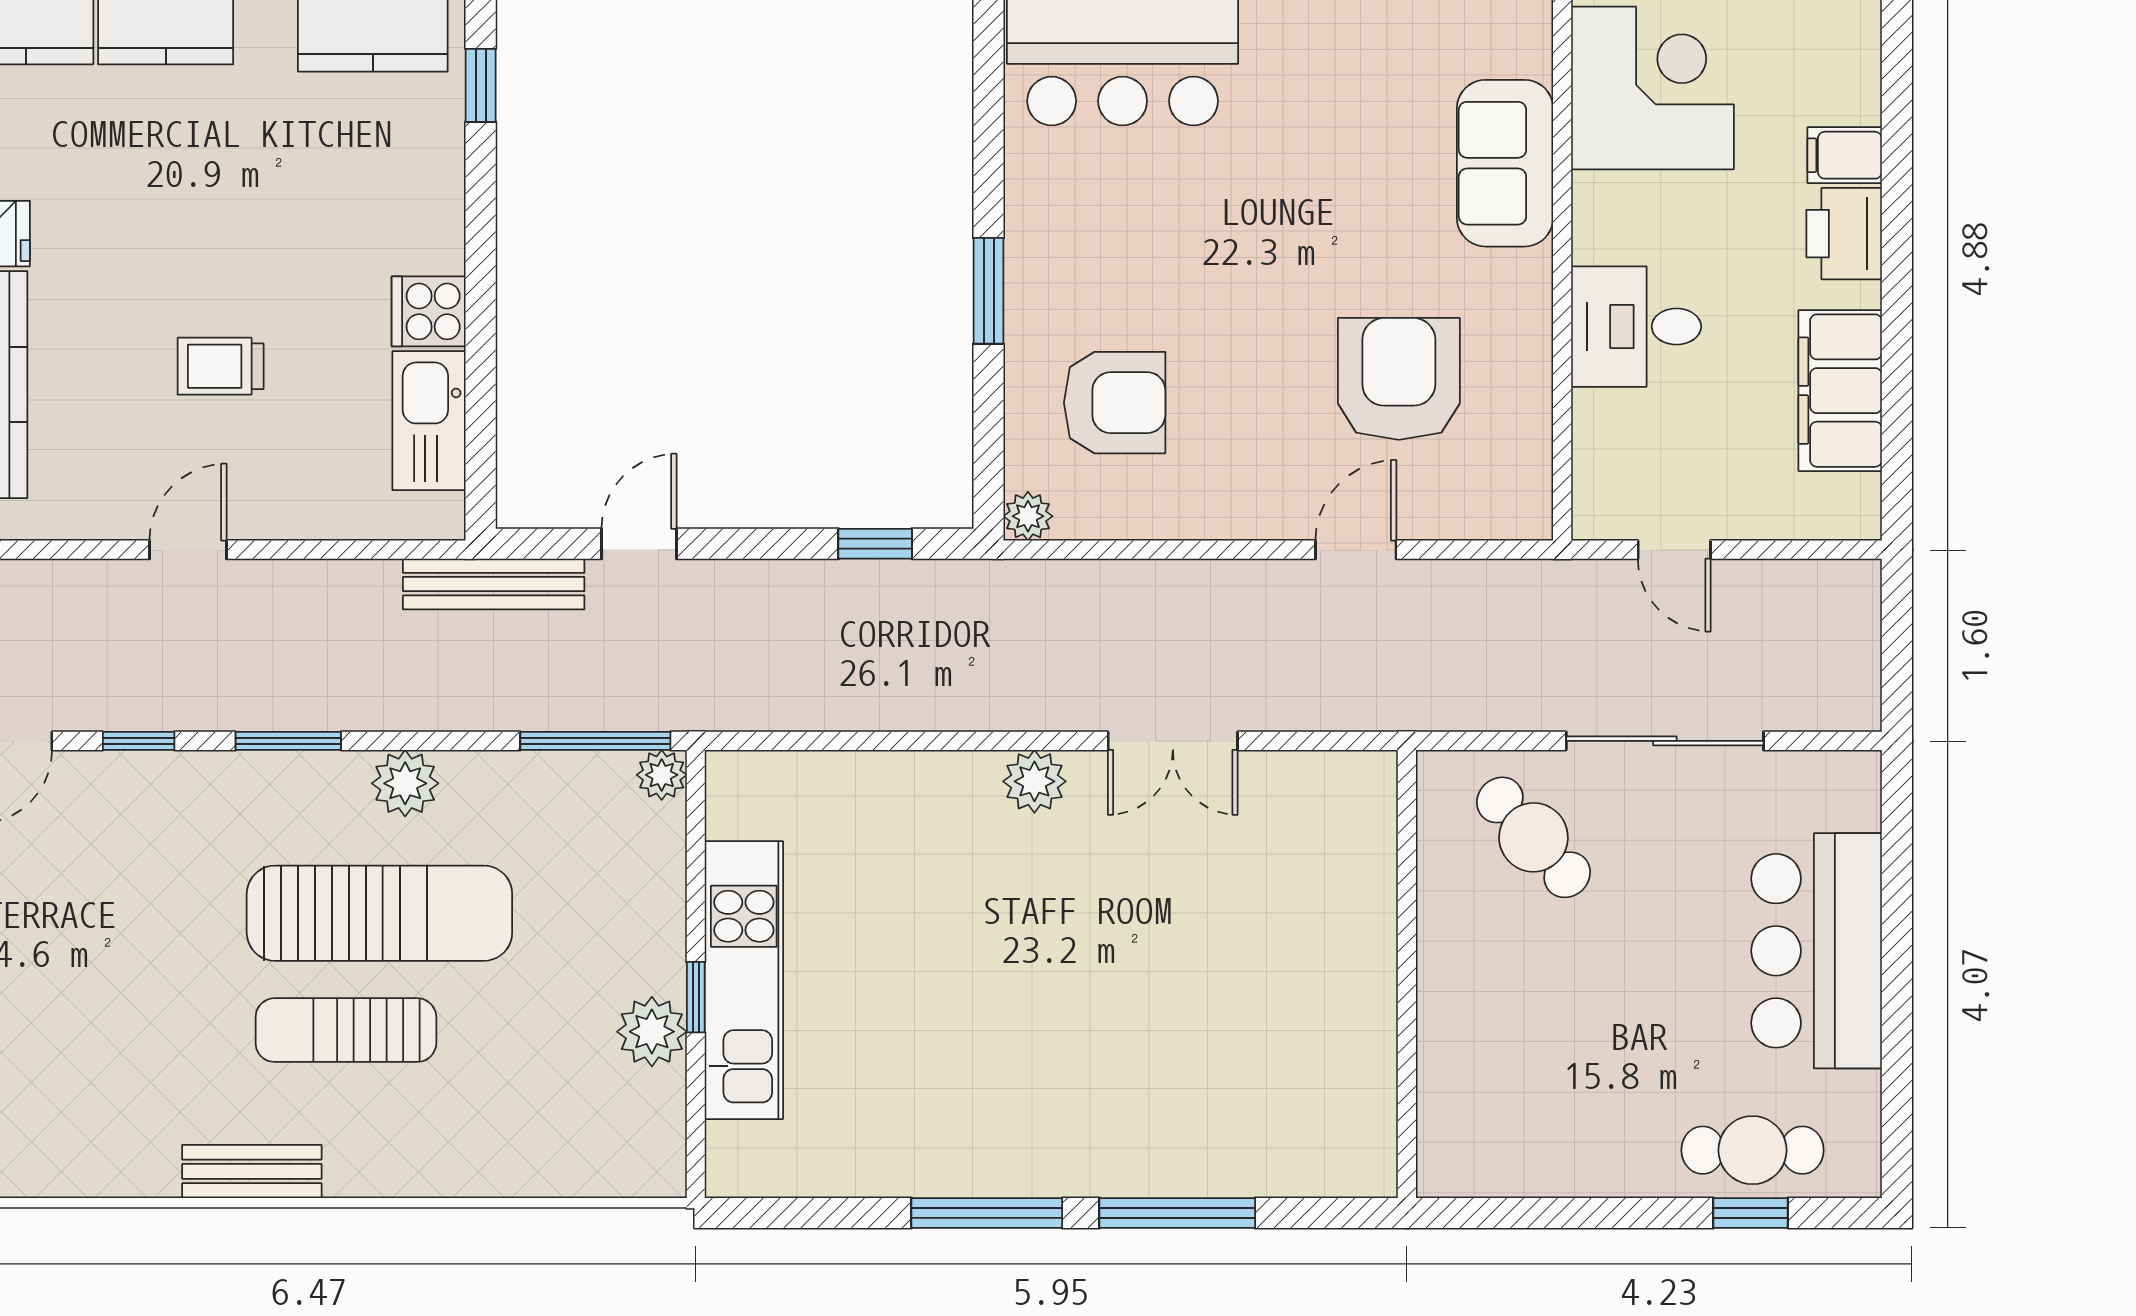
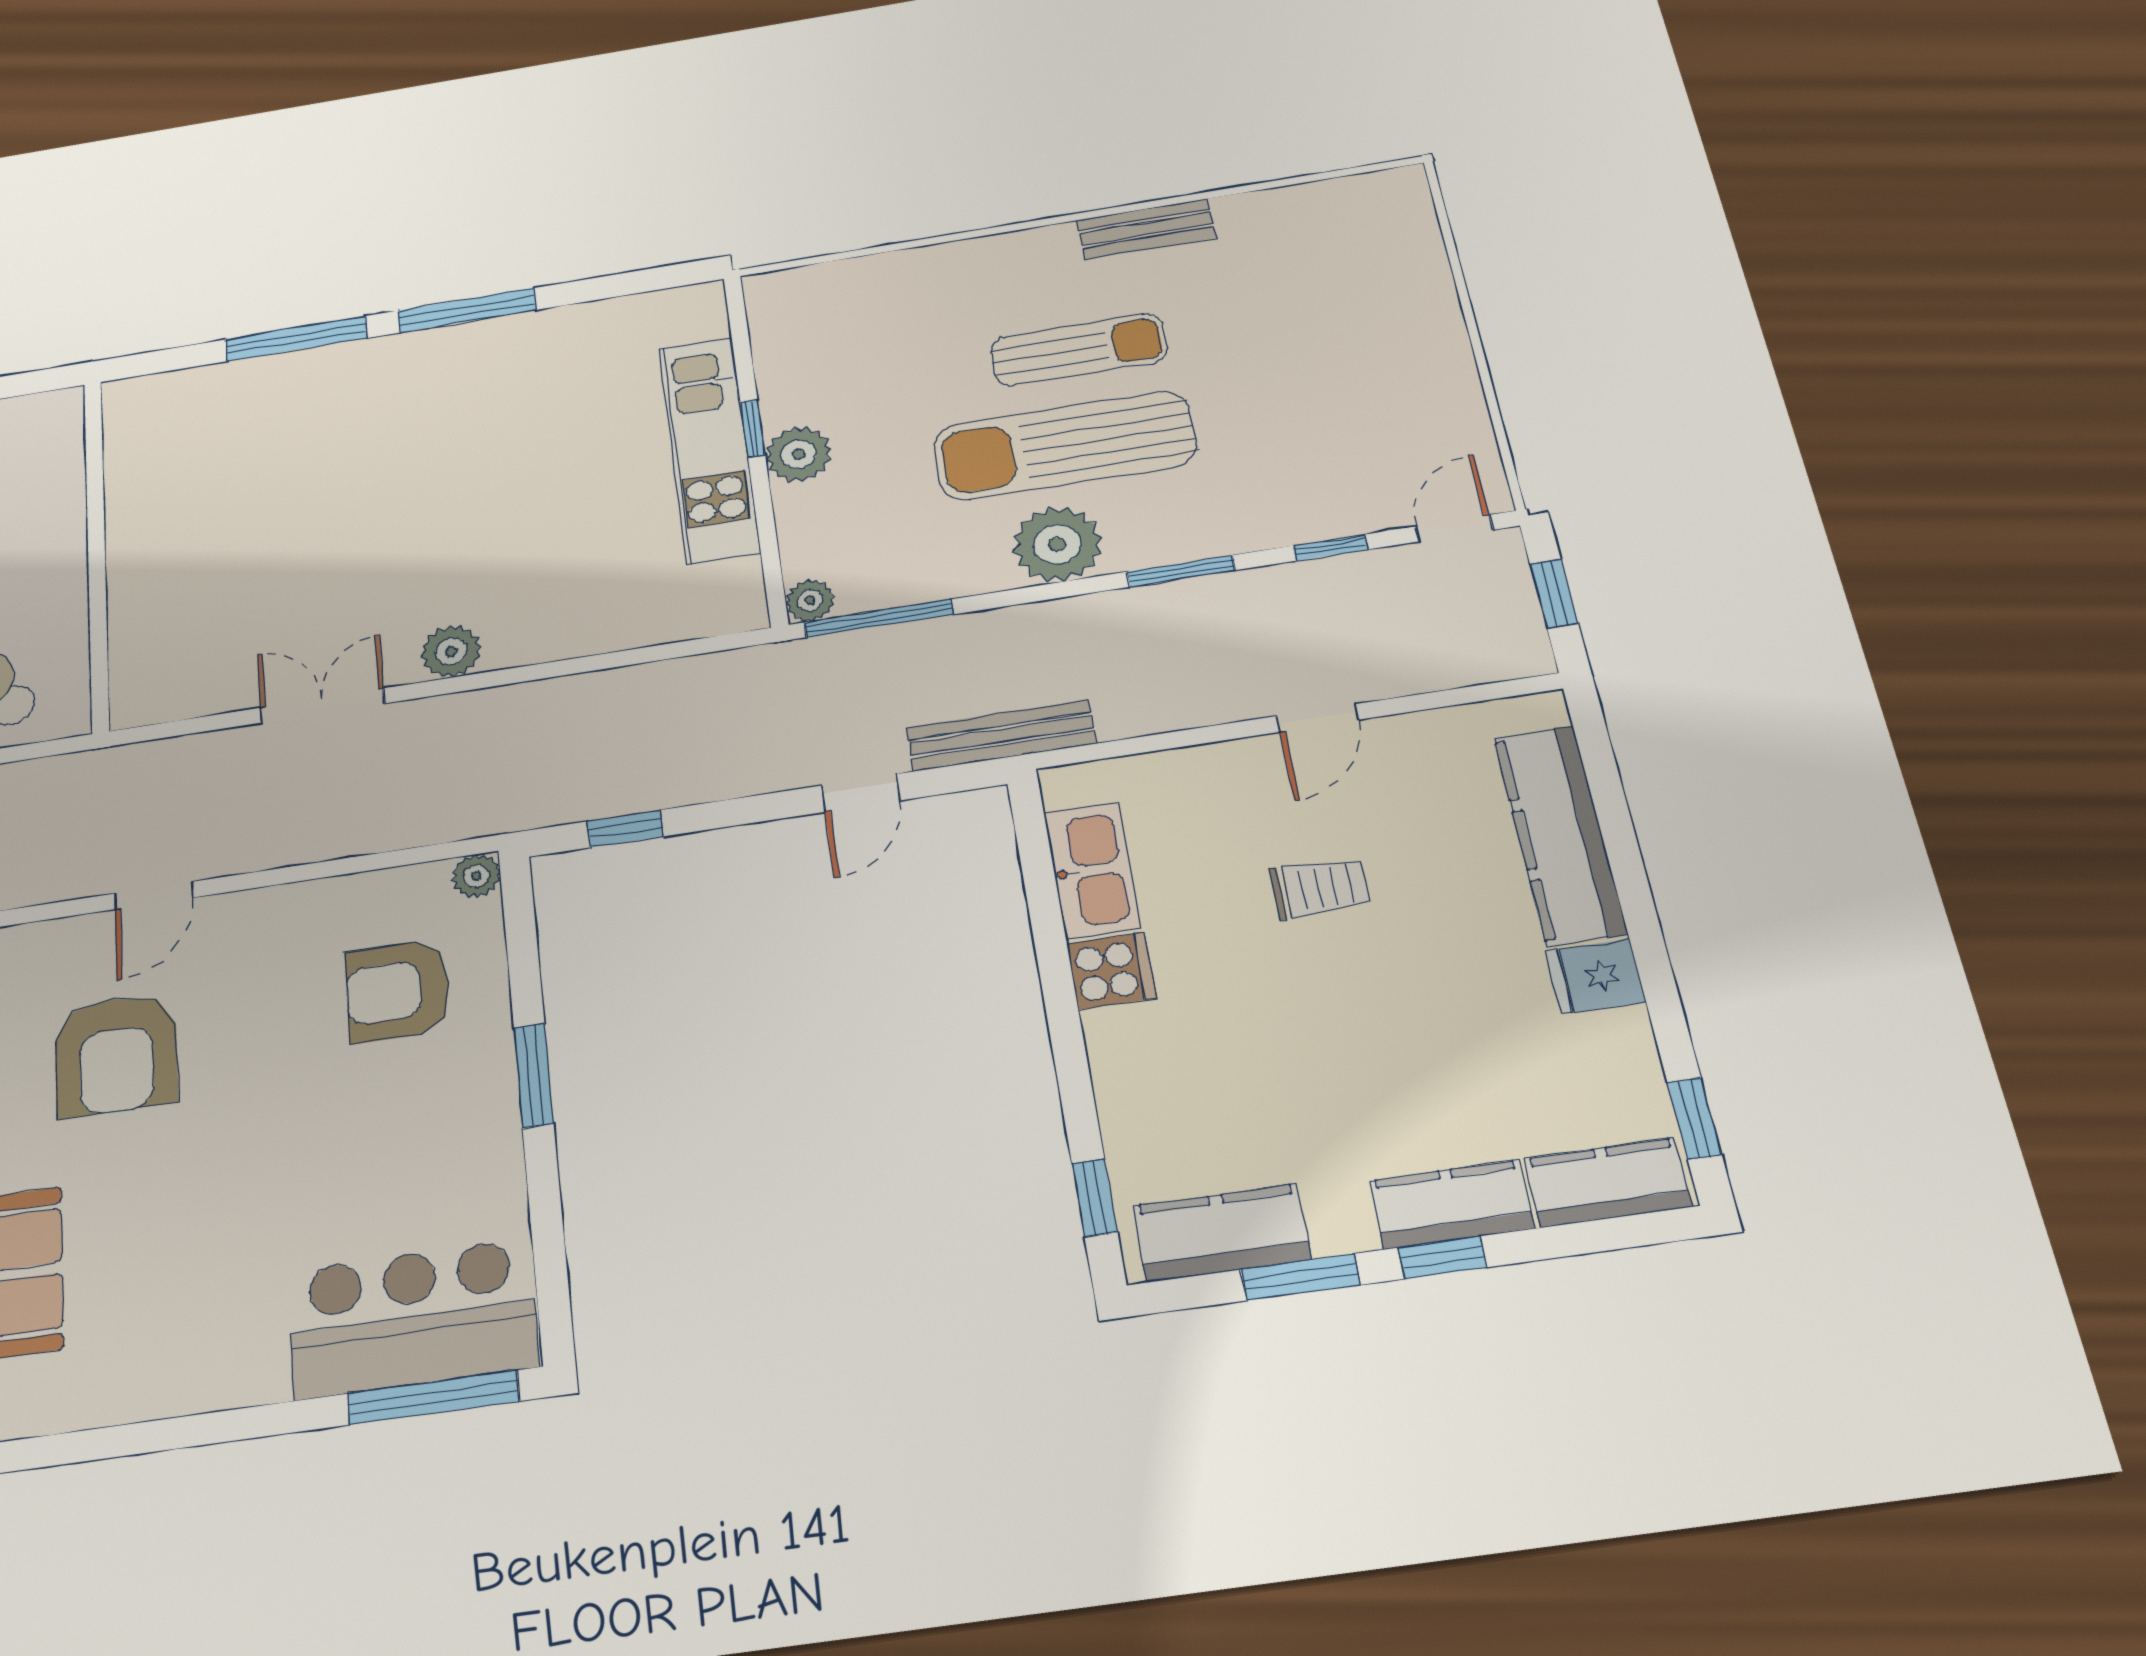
plant: (405, 783) -> (1057, 544), width x1.36, depth x1.36
plant: (652, 1032) -> (799, 454), moved

